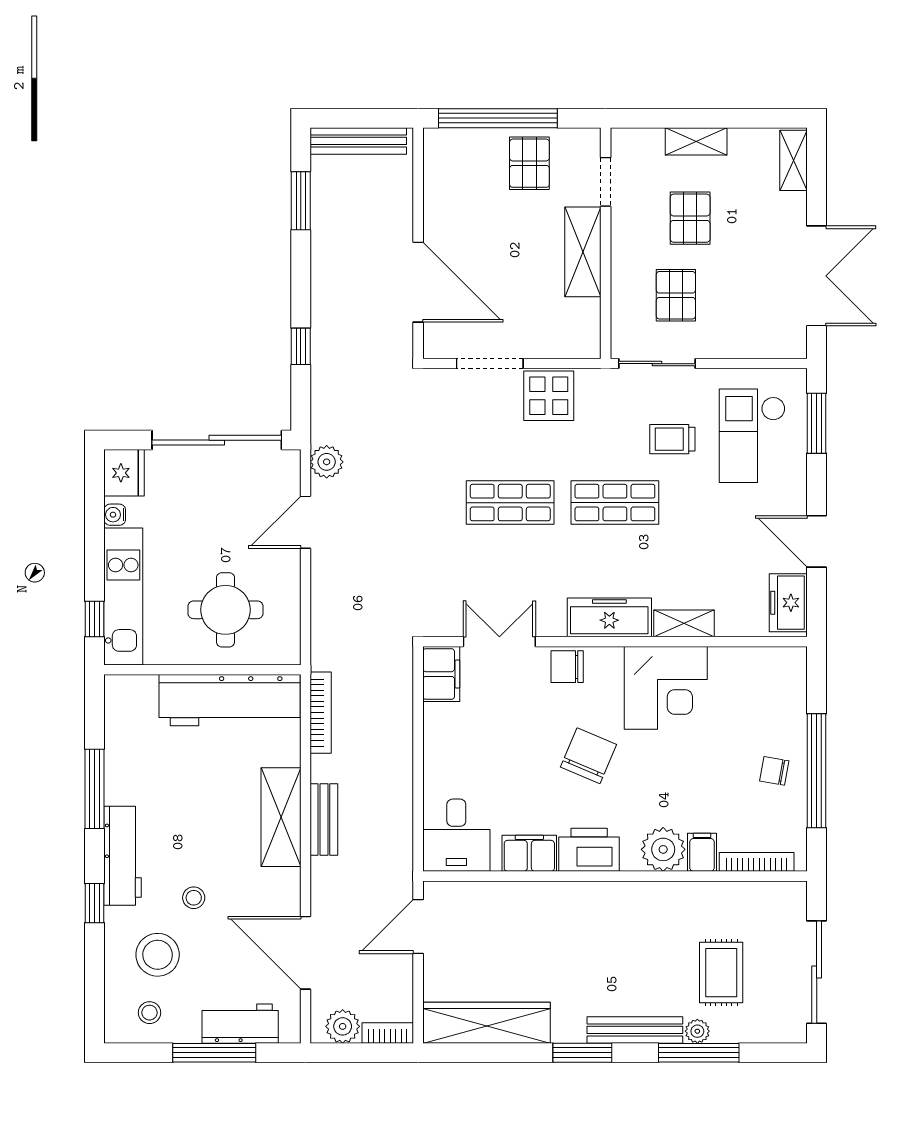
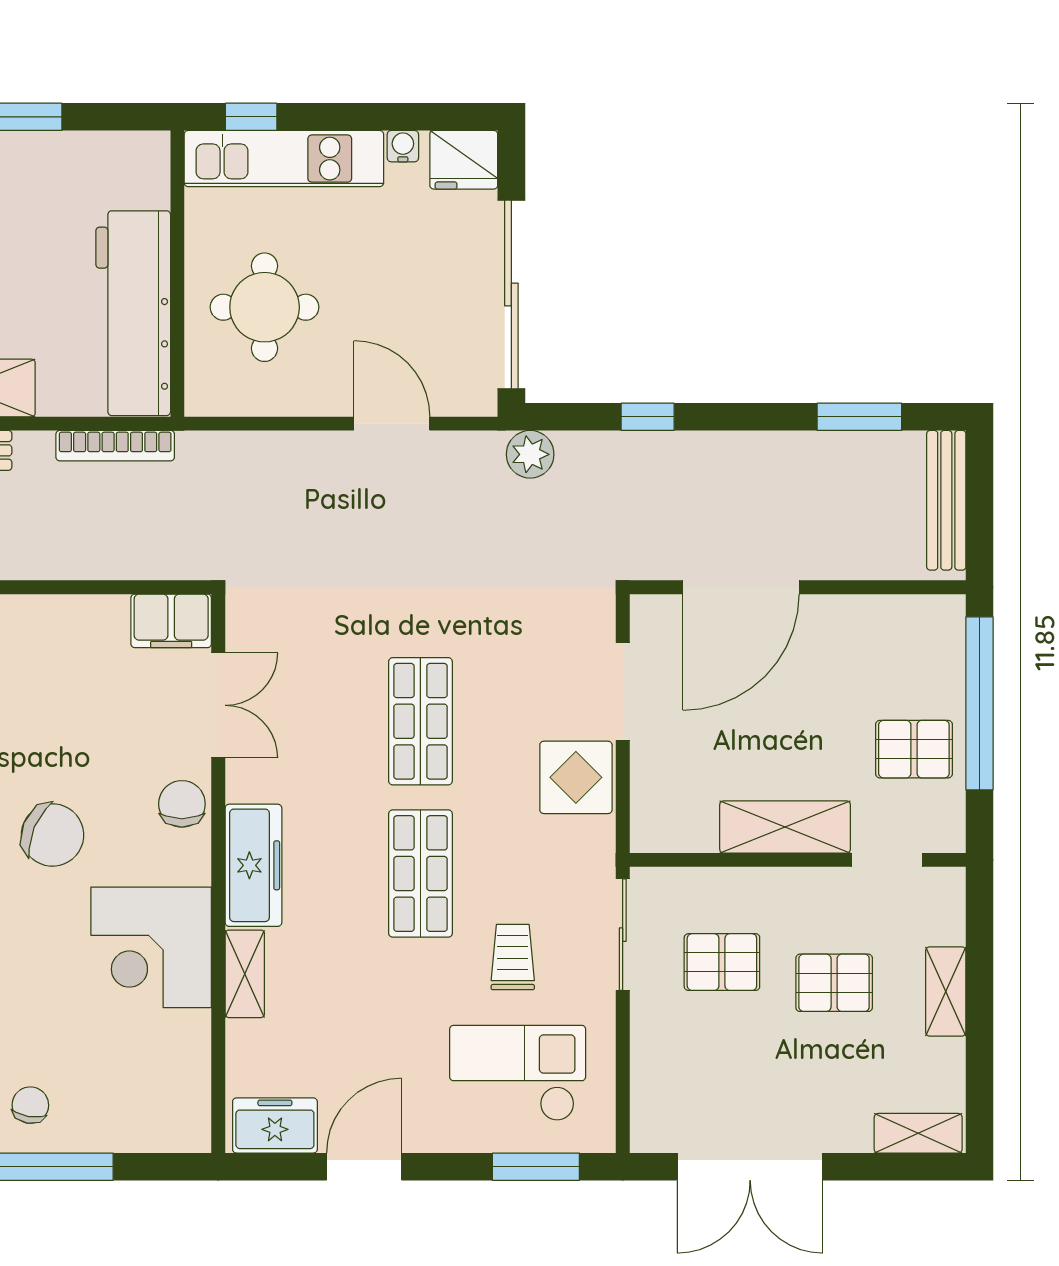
plant: (327, 462) -> (530, 454), moved

